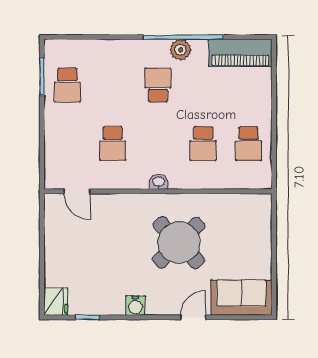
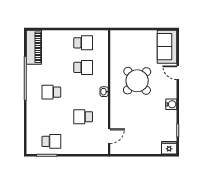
plant: (180, 50) -> (32, 80), removed
school desk: (113, 144) -> (83, 117), turned 180

